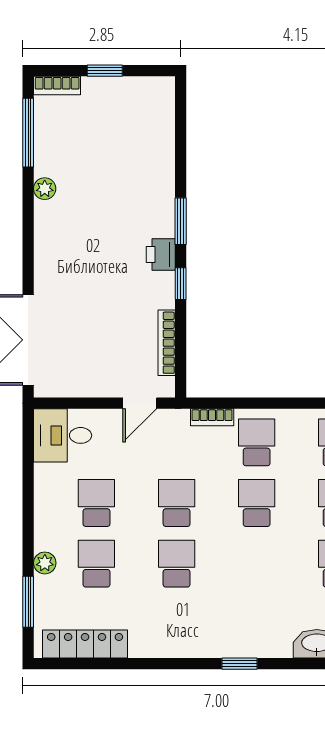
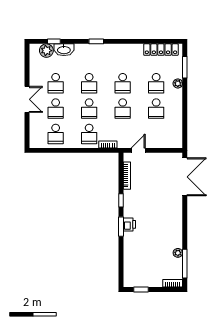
window: (105, 71) -> (141, 290), moved
plant: (45, 189) -> (178, 253), moved
printer: (161, 254) -> (129, 224), moved
desk: (63, 435) -> (170, 137), removed
school desk: (257, 564) -> (89, 83), added

